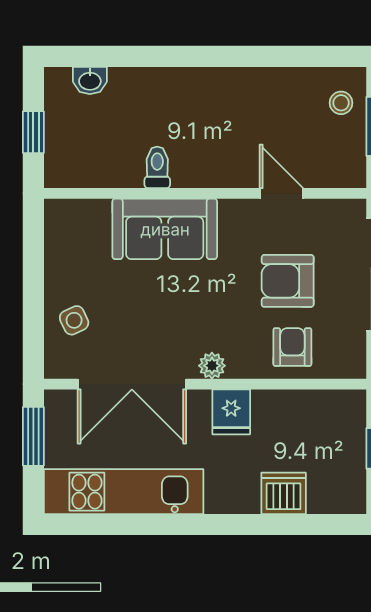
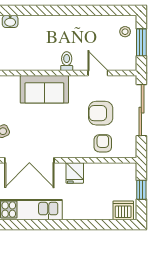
toilet: (157, 167) -> (67, 61), moved
plant: (212, 366) -> (66, 152), removed
dishwasher: (284, 493) -> (123, 210), moved

